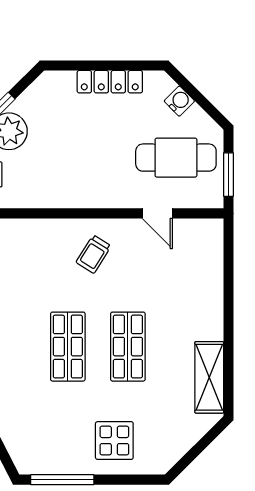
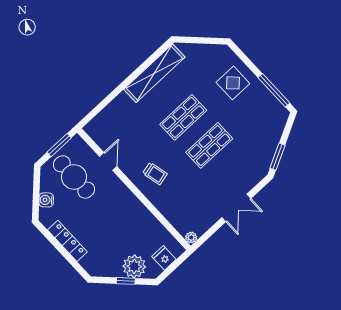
trolley: (94, 254) -> (155, 174), turned 45
shelving: (209, 377) -> (154, 73), width x1.47

